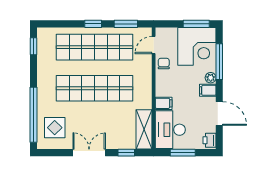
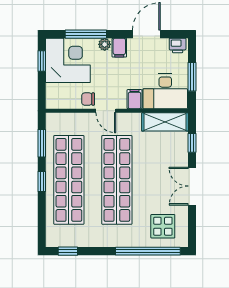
window: (196, 24) -> (42, 61), width x0.67
door: (154, 45) -> (106, 111), moved

